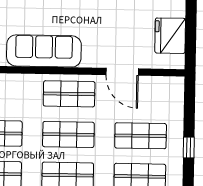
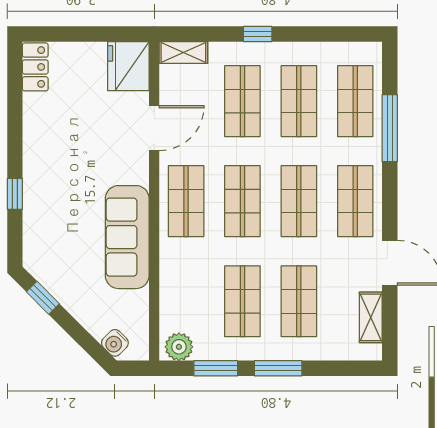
fridge: (170, 36) -> (128, 66), moved, turned 90
shelving: (176, 94) -> (183, 53), added

